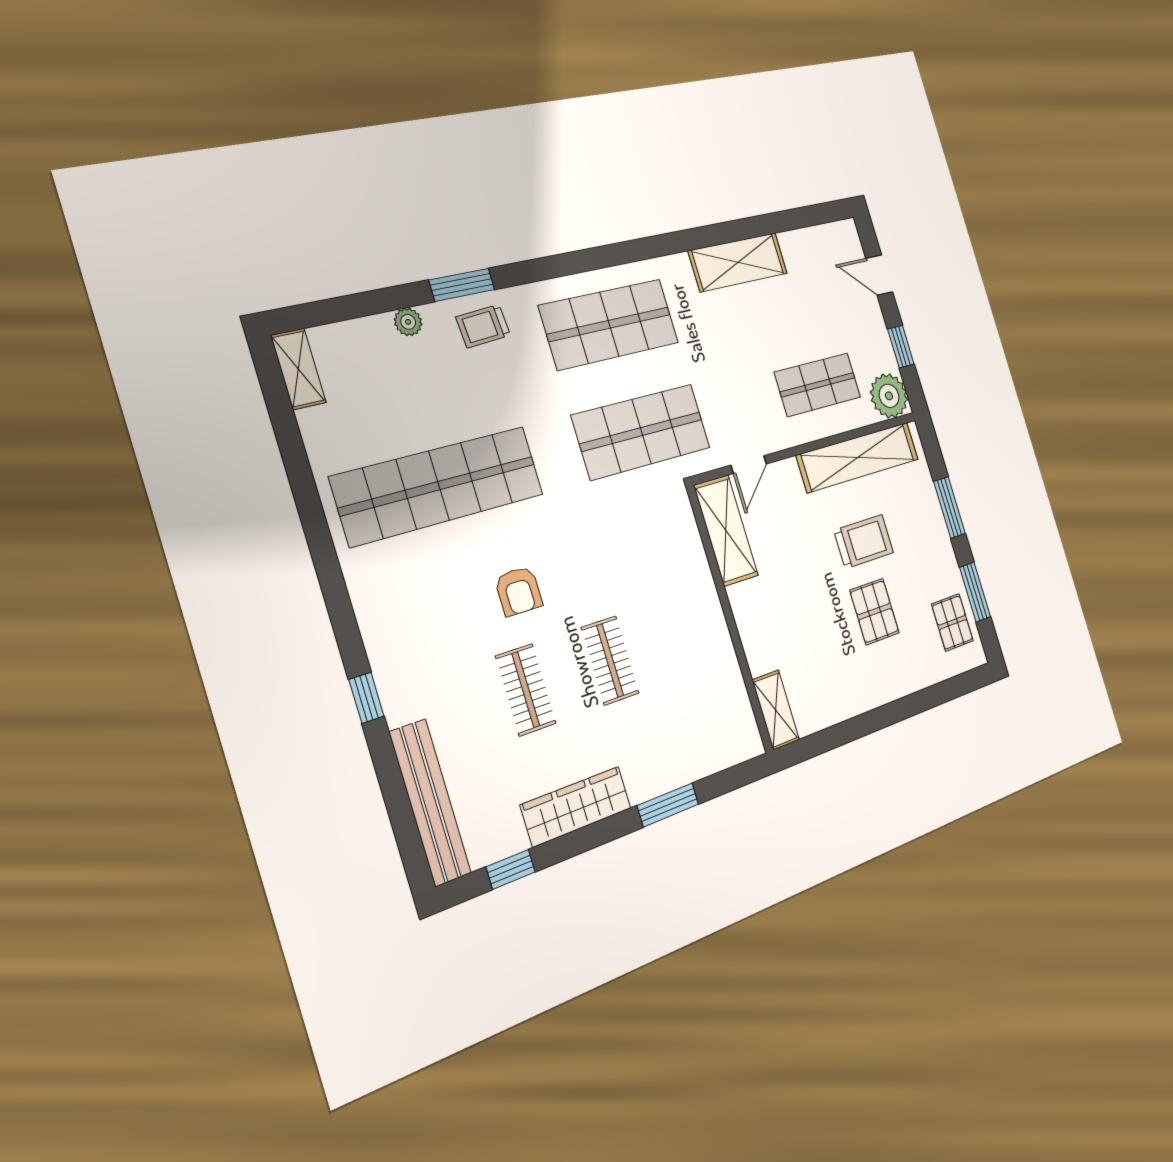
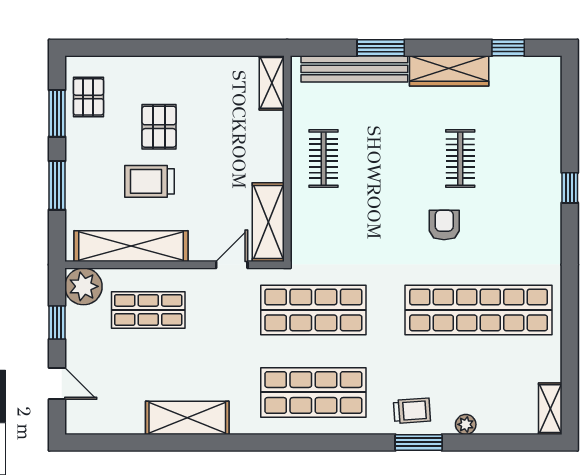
clothes rail: (610, 660) -> (324, 159), moved
bench: (430, 803) -> (354, 69), moved, turned 90

